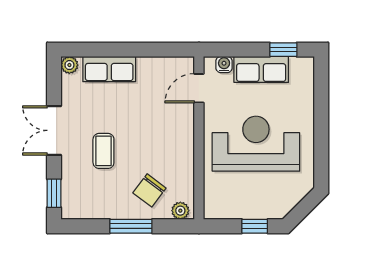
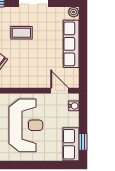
row of seats: (109, 69) -> (71, 44), width x1.48
row of seats: (261, 69) -> (71, 144), moved

